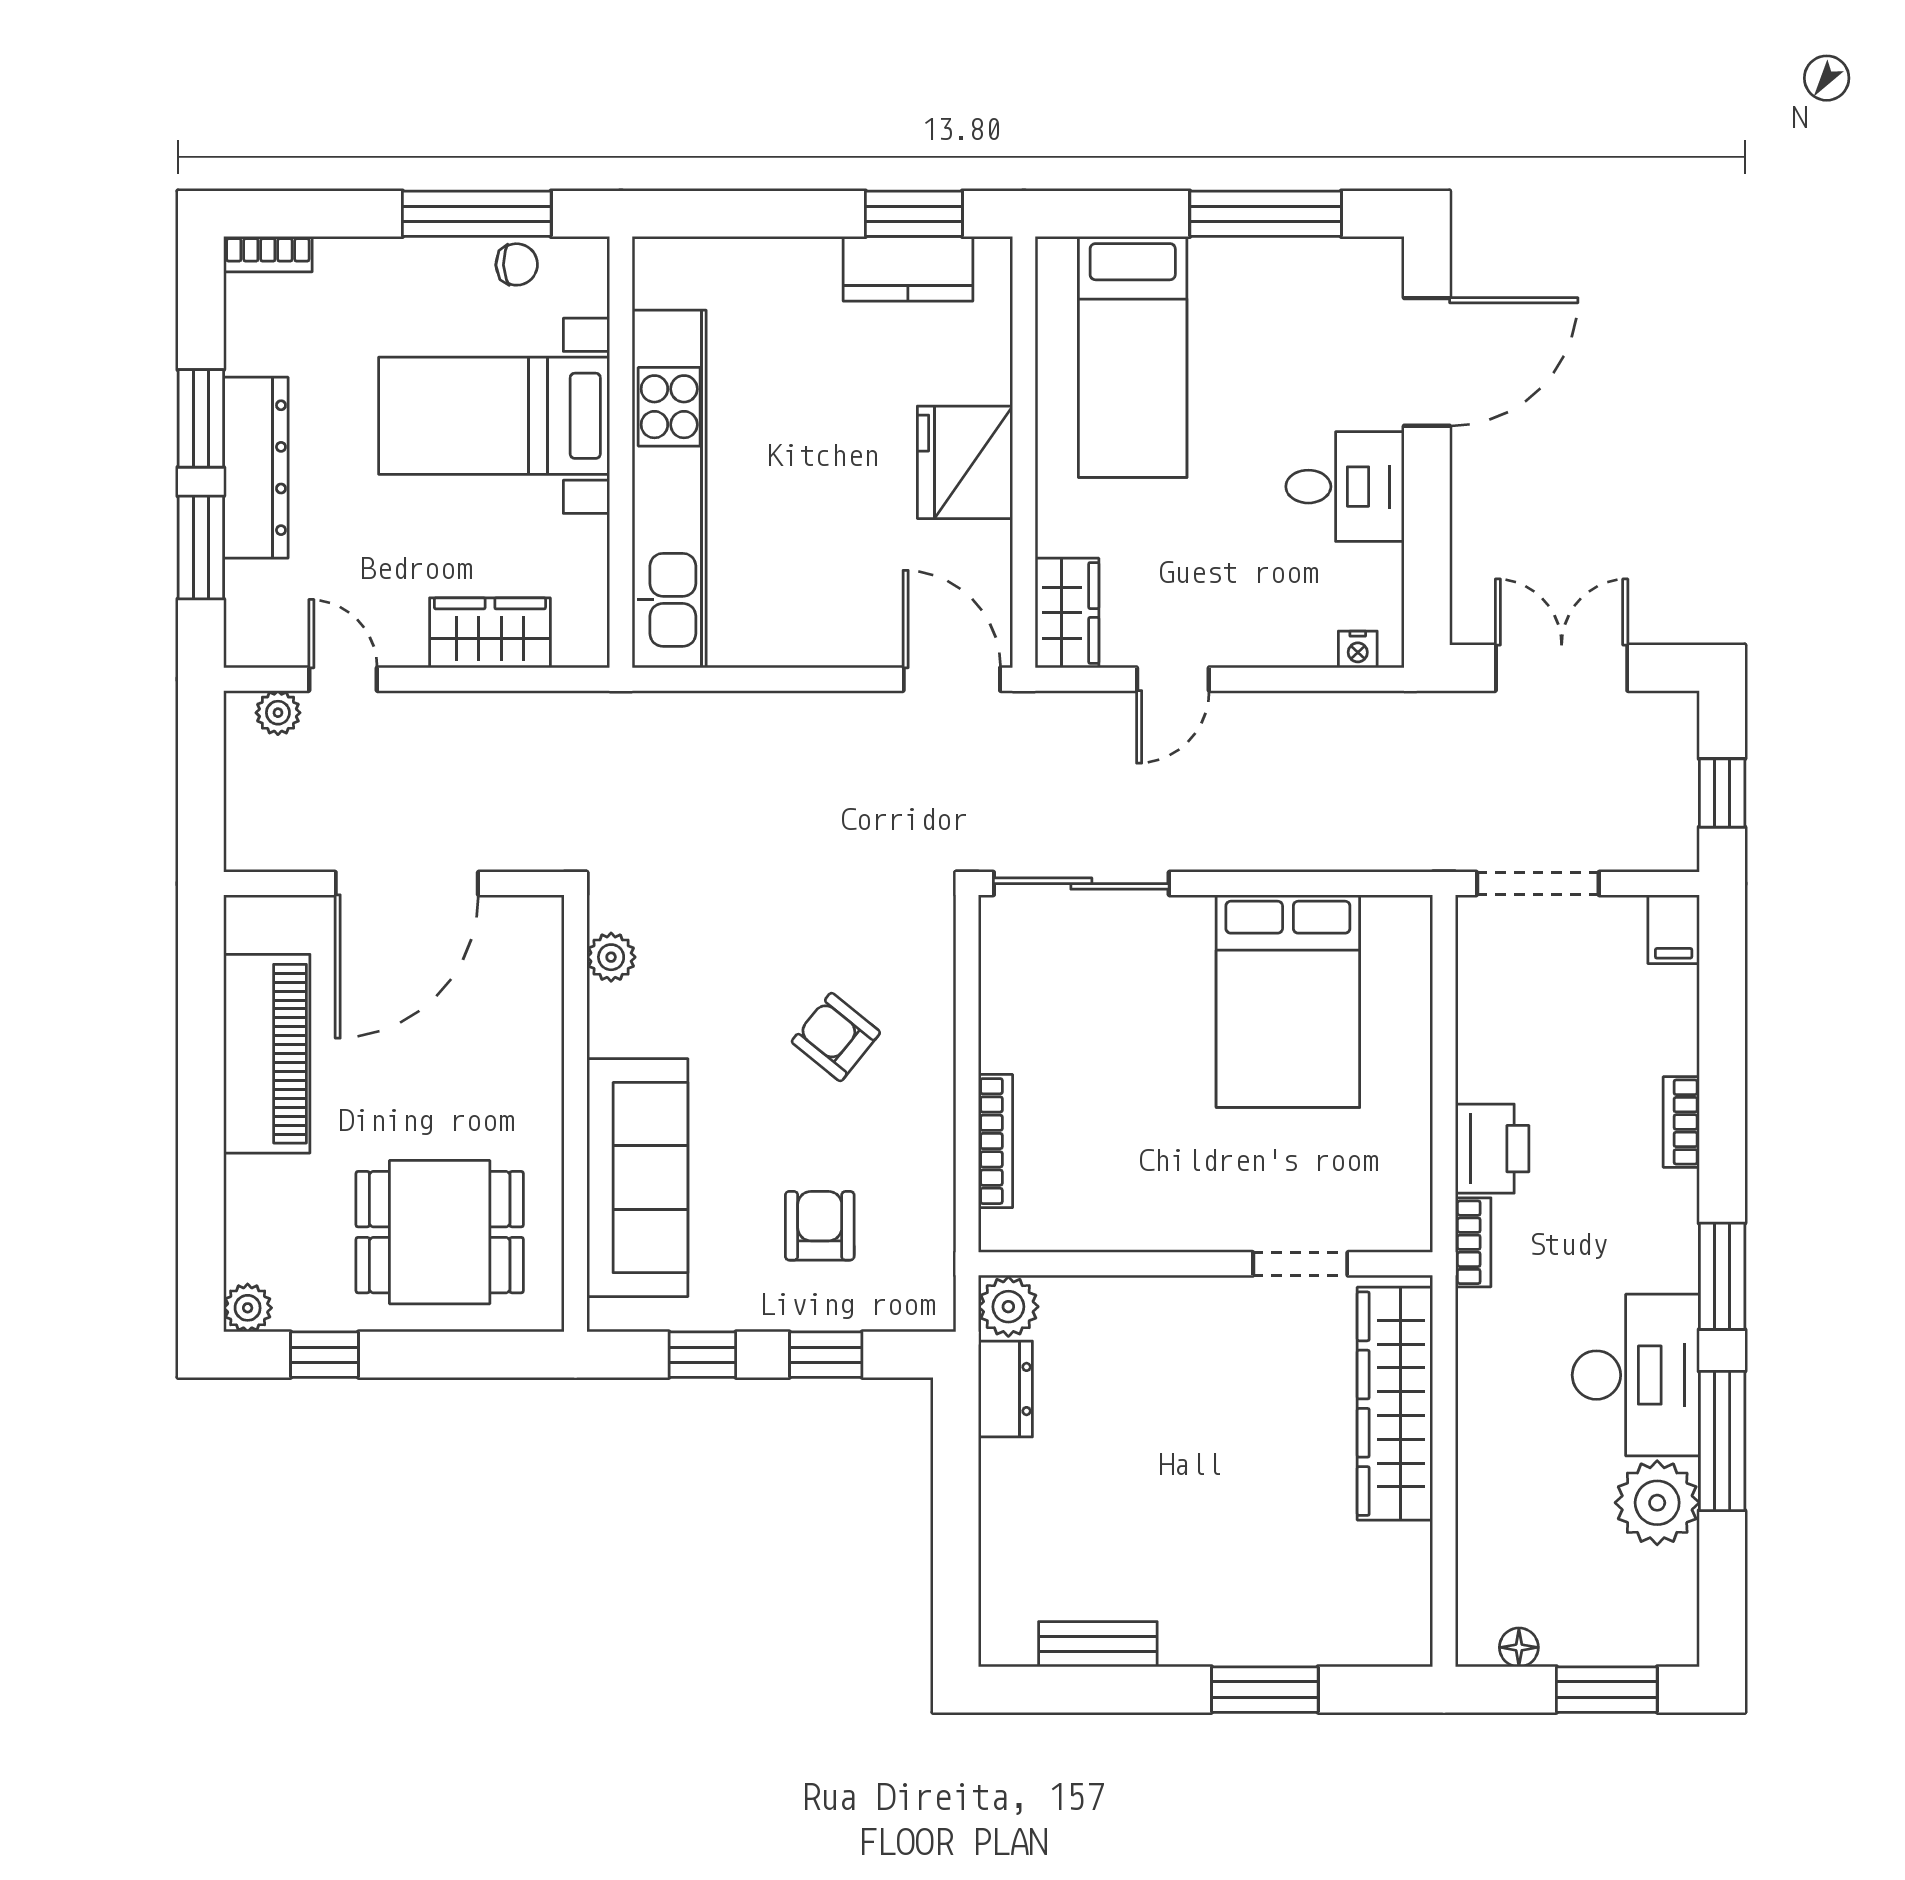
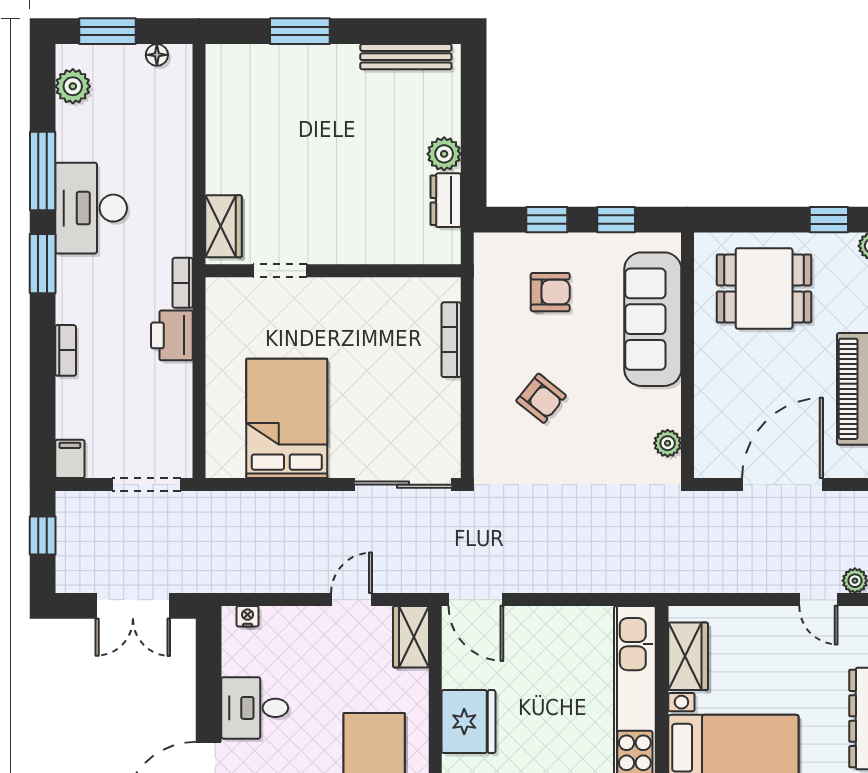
wardrobe: (490, 633) -> (688, 656), moved, turned -90
armchair: (820, 1226) -> (550, 292), turned -90
plant: (1008, 1307) -> (444, 154), moved
wardrobe: (1395, 1404) -> (224, 226), width x0.48, depth x0.85
plant: (1657, 1503) -> (73, 86), moved, width x0.73, depth x0.73
bench: (1098, 1644) -> (406, 57), width x1.36

